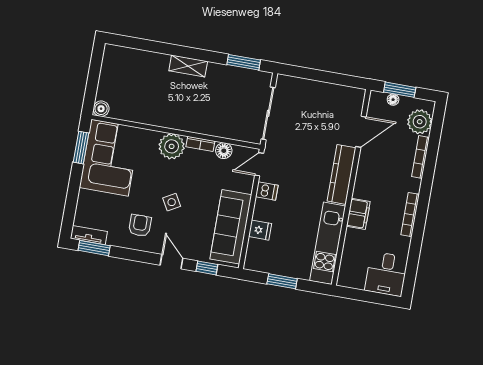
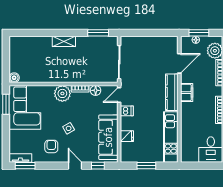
filing cabinet: (358, 214) -> (187, 93), moved

